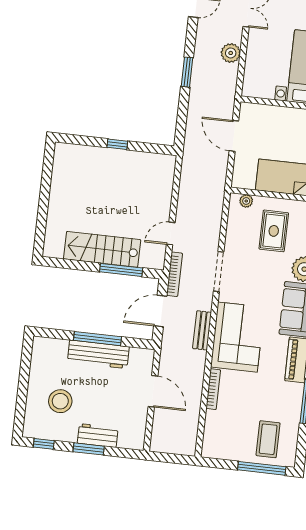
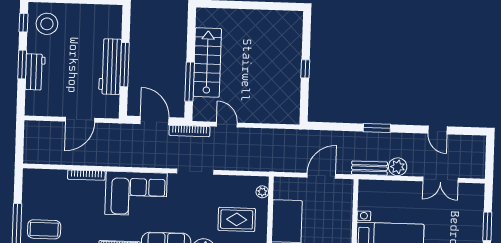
bench: (202, 330) -> (369, 168), moved
stool: (60, 401) -> (47, 24), moved

